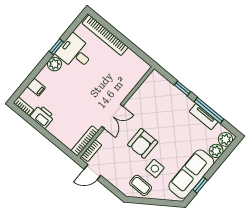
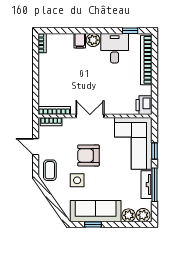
window: (56, 47) -> (130, 31), moved
filing cabinet: (36, 87) -> (80, 41), moved
corner sofa: (162, 100) -> (133, 143), added
double door: (112, 116) -> (90, 116), swing flipped
printer: (42, 117) -> (144, 105), moved, turned 180
door: (92, 172) -> (36, 147), moved
coffee table: (141, 185) -> (50, 170), moved

